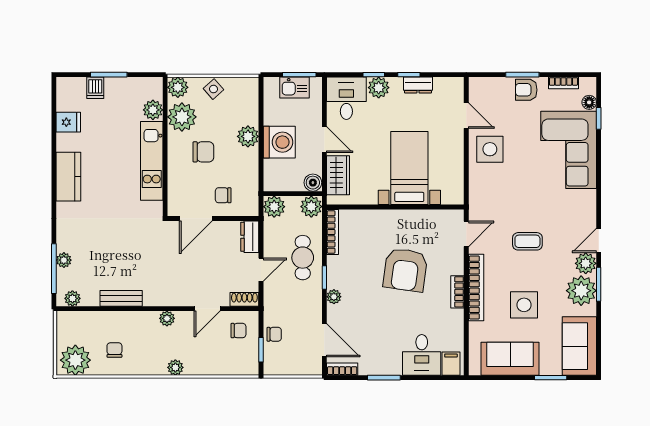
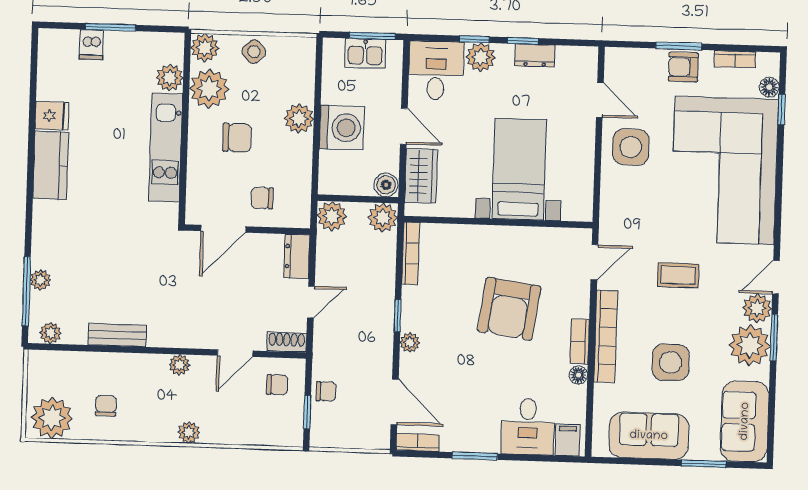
fridge: (68, 122) -> (52, 116), moved
corner sofa: (569, 150) -> (725, 170), width x1.36, depth x1.36
cafe table: (303, 258) -> (369, 287), removed
floor lamp: (457, 316) -> (578, 375), added

